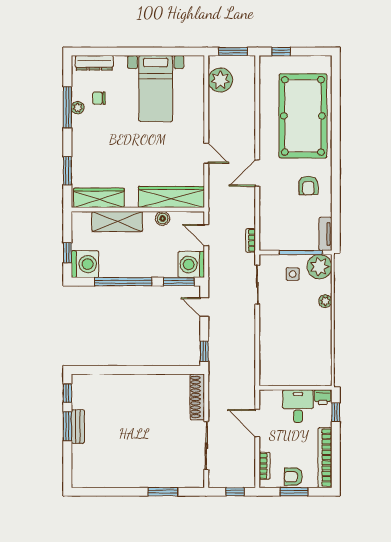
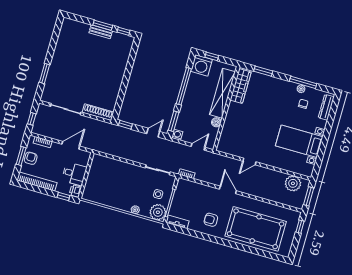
wardrobe: (171, 197) -> (228, 132), removed
shelving: (117, 222) -> (222, 93), width x1.47
washing machine: (191, 264) -> (177, 135), width x0.53, depth x0.53

